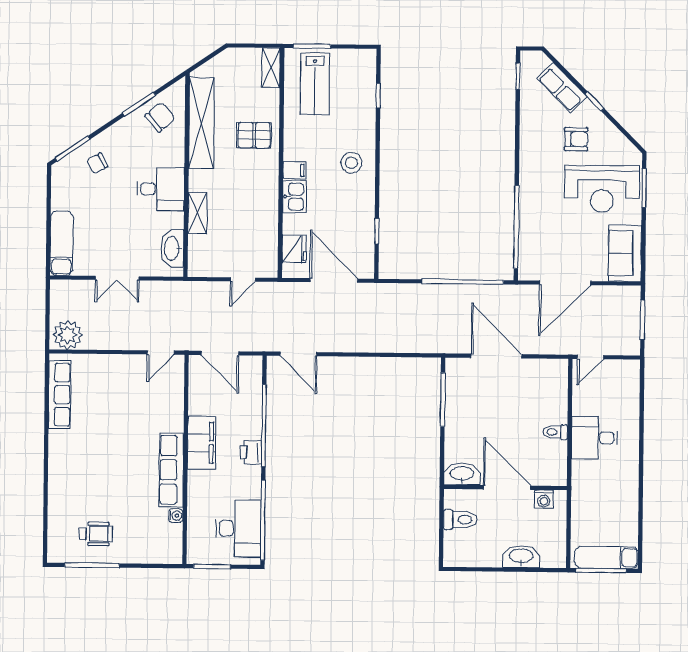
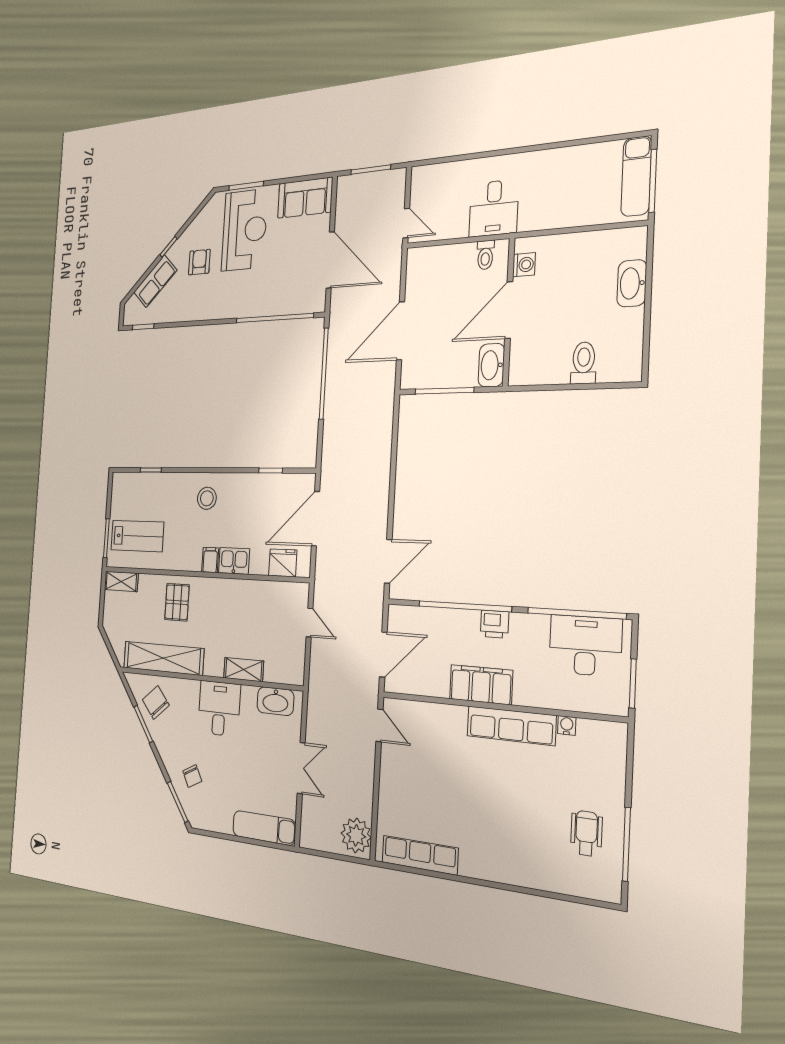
washbasin: (462, 474) -> (491, 365), moved
wall: (505, 487) -> (509, 312), moved
door: (507, 487) -> (509, 310), moved
washing machine: (544, 499) -> (524, 265), moved

